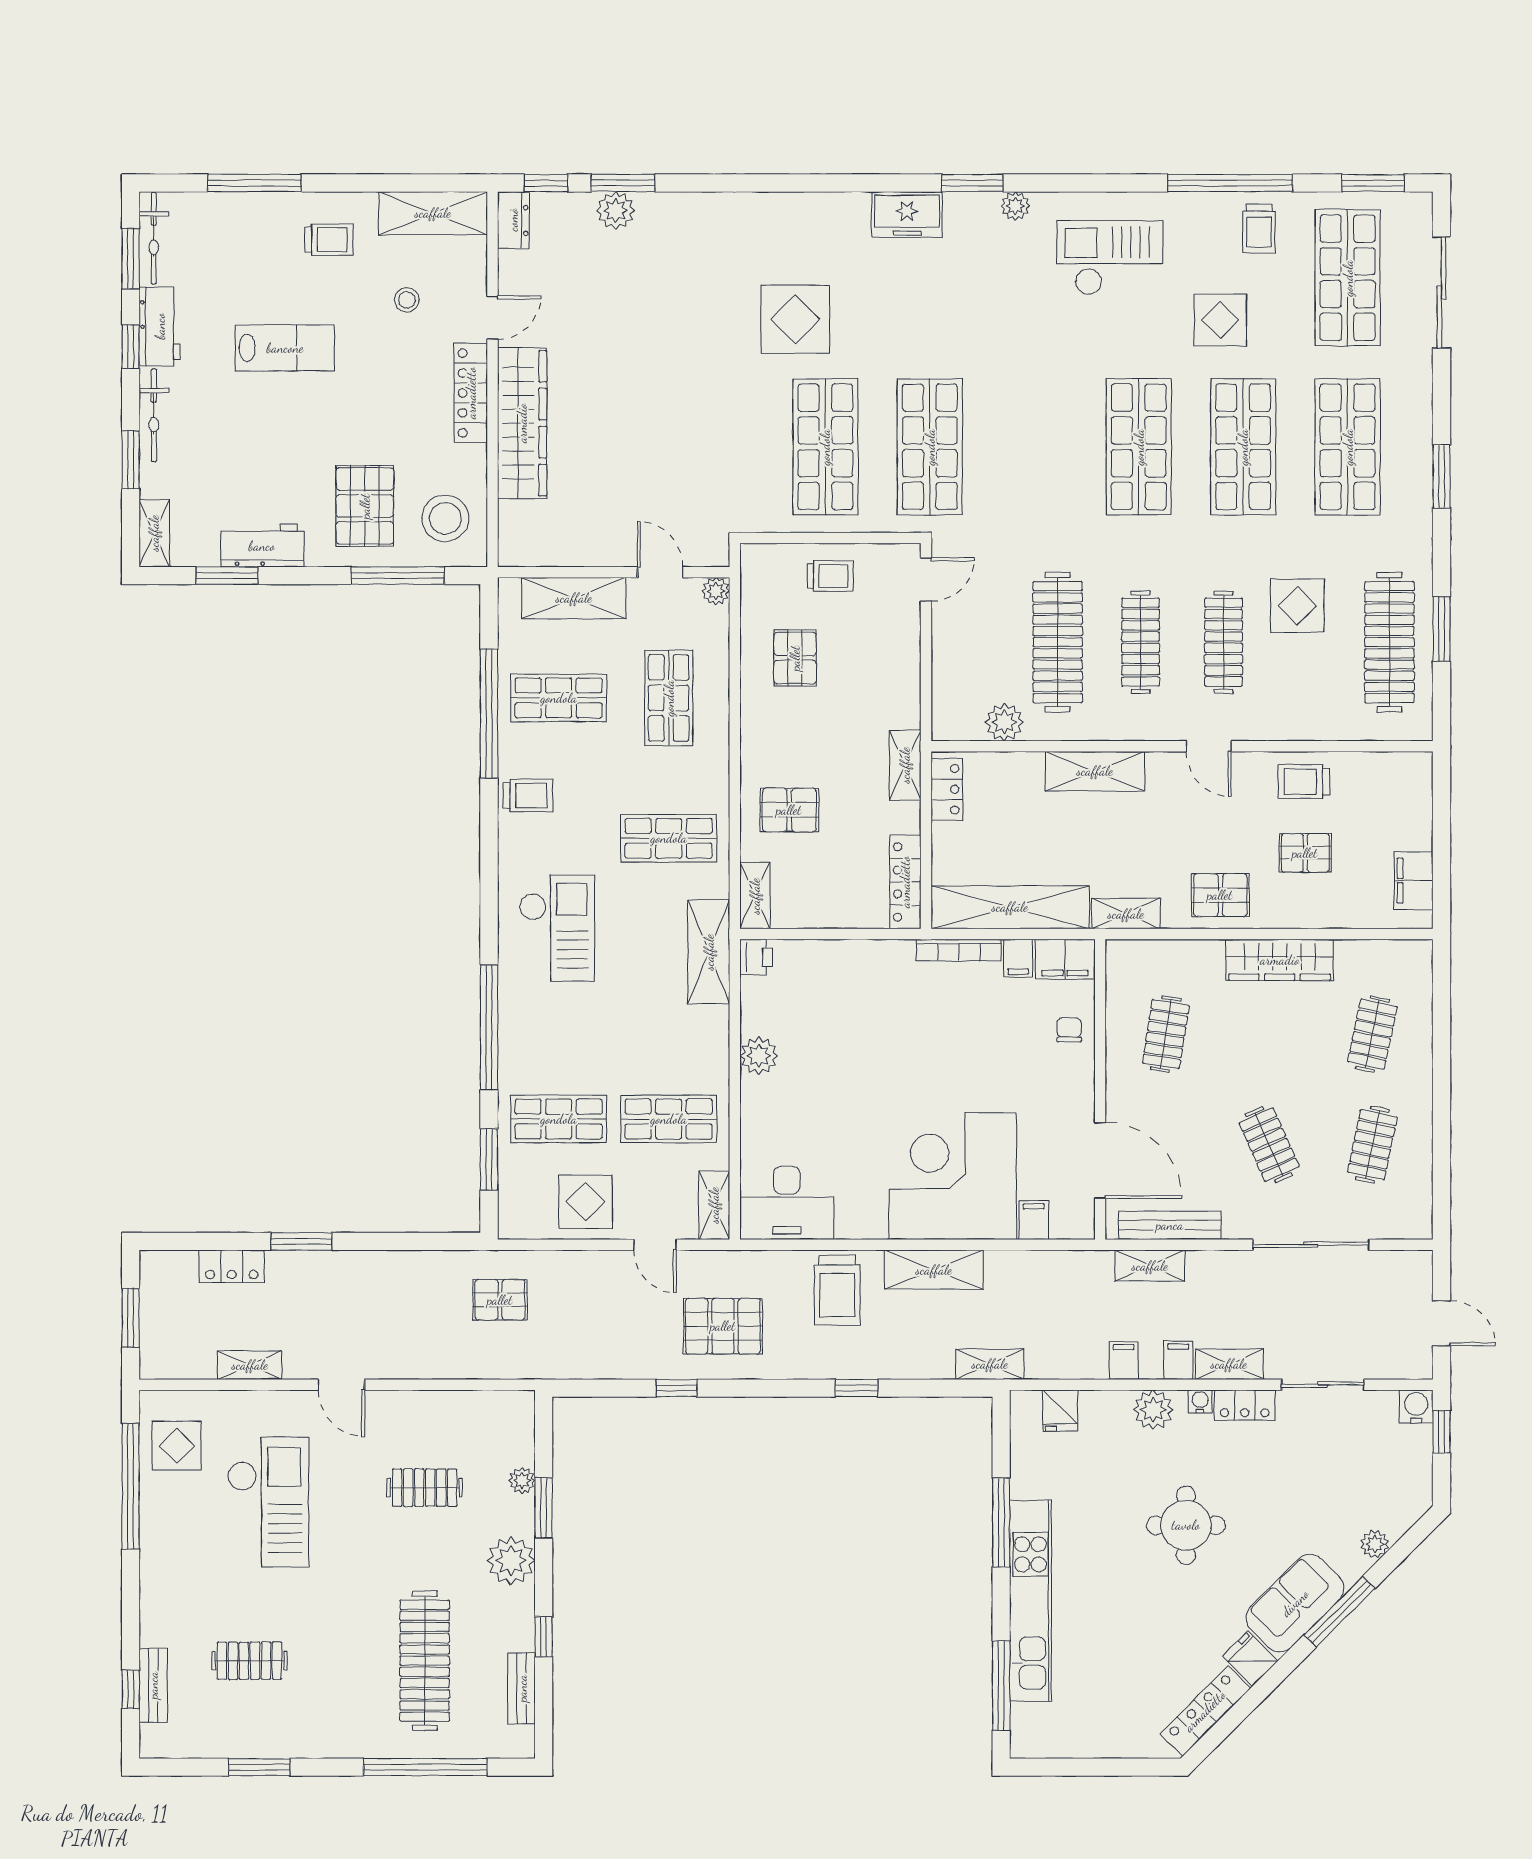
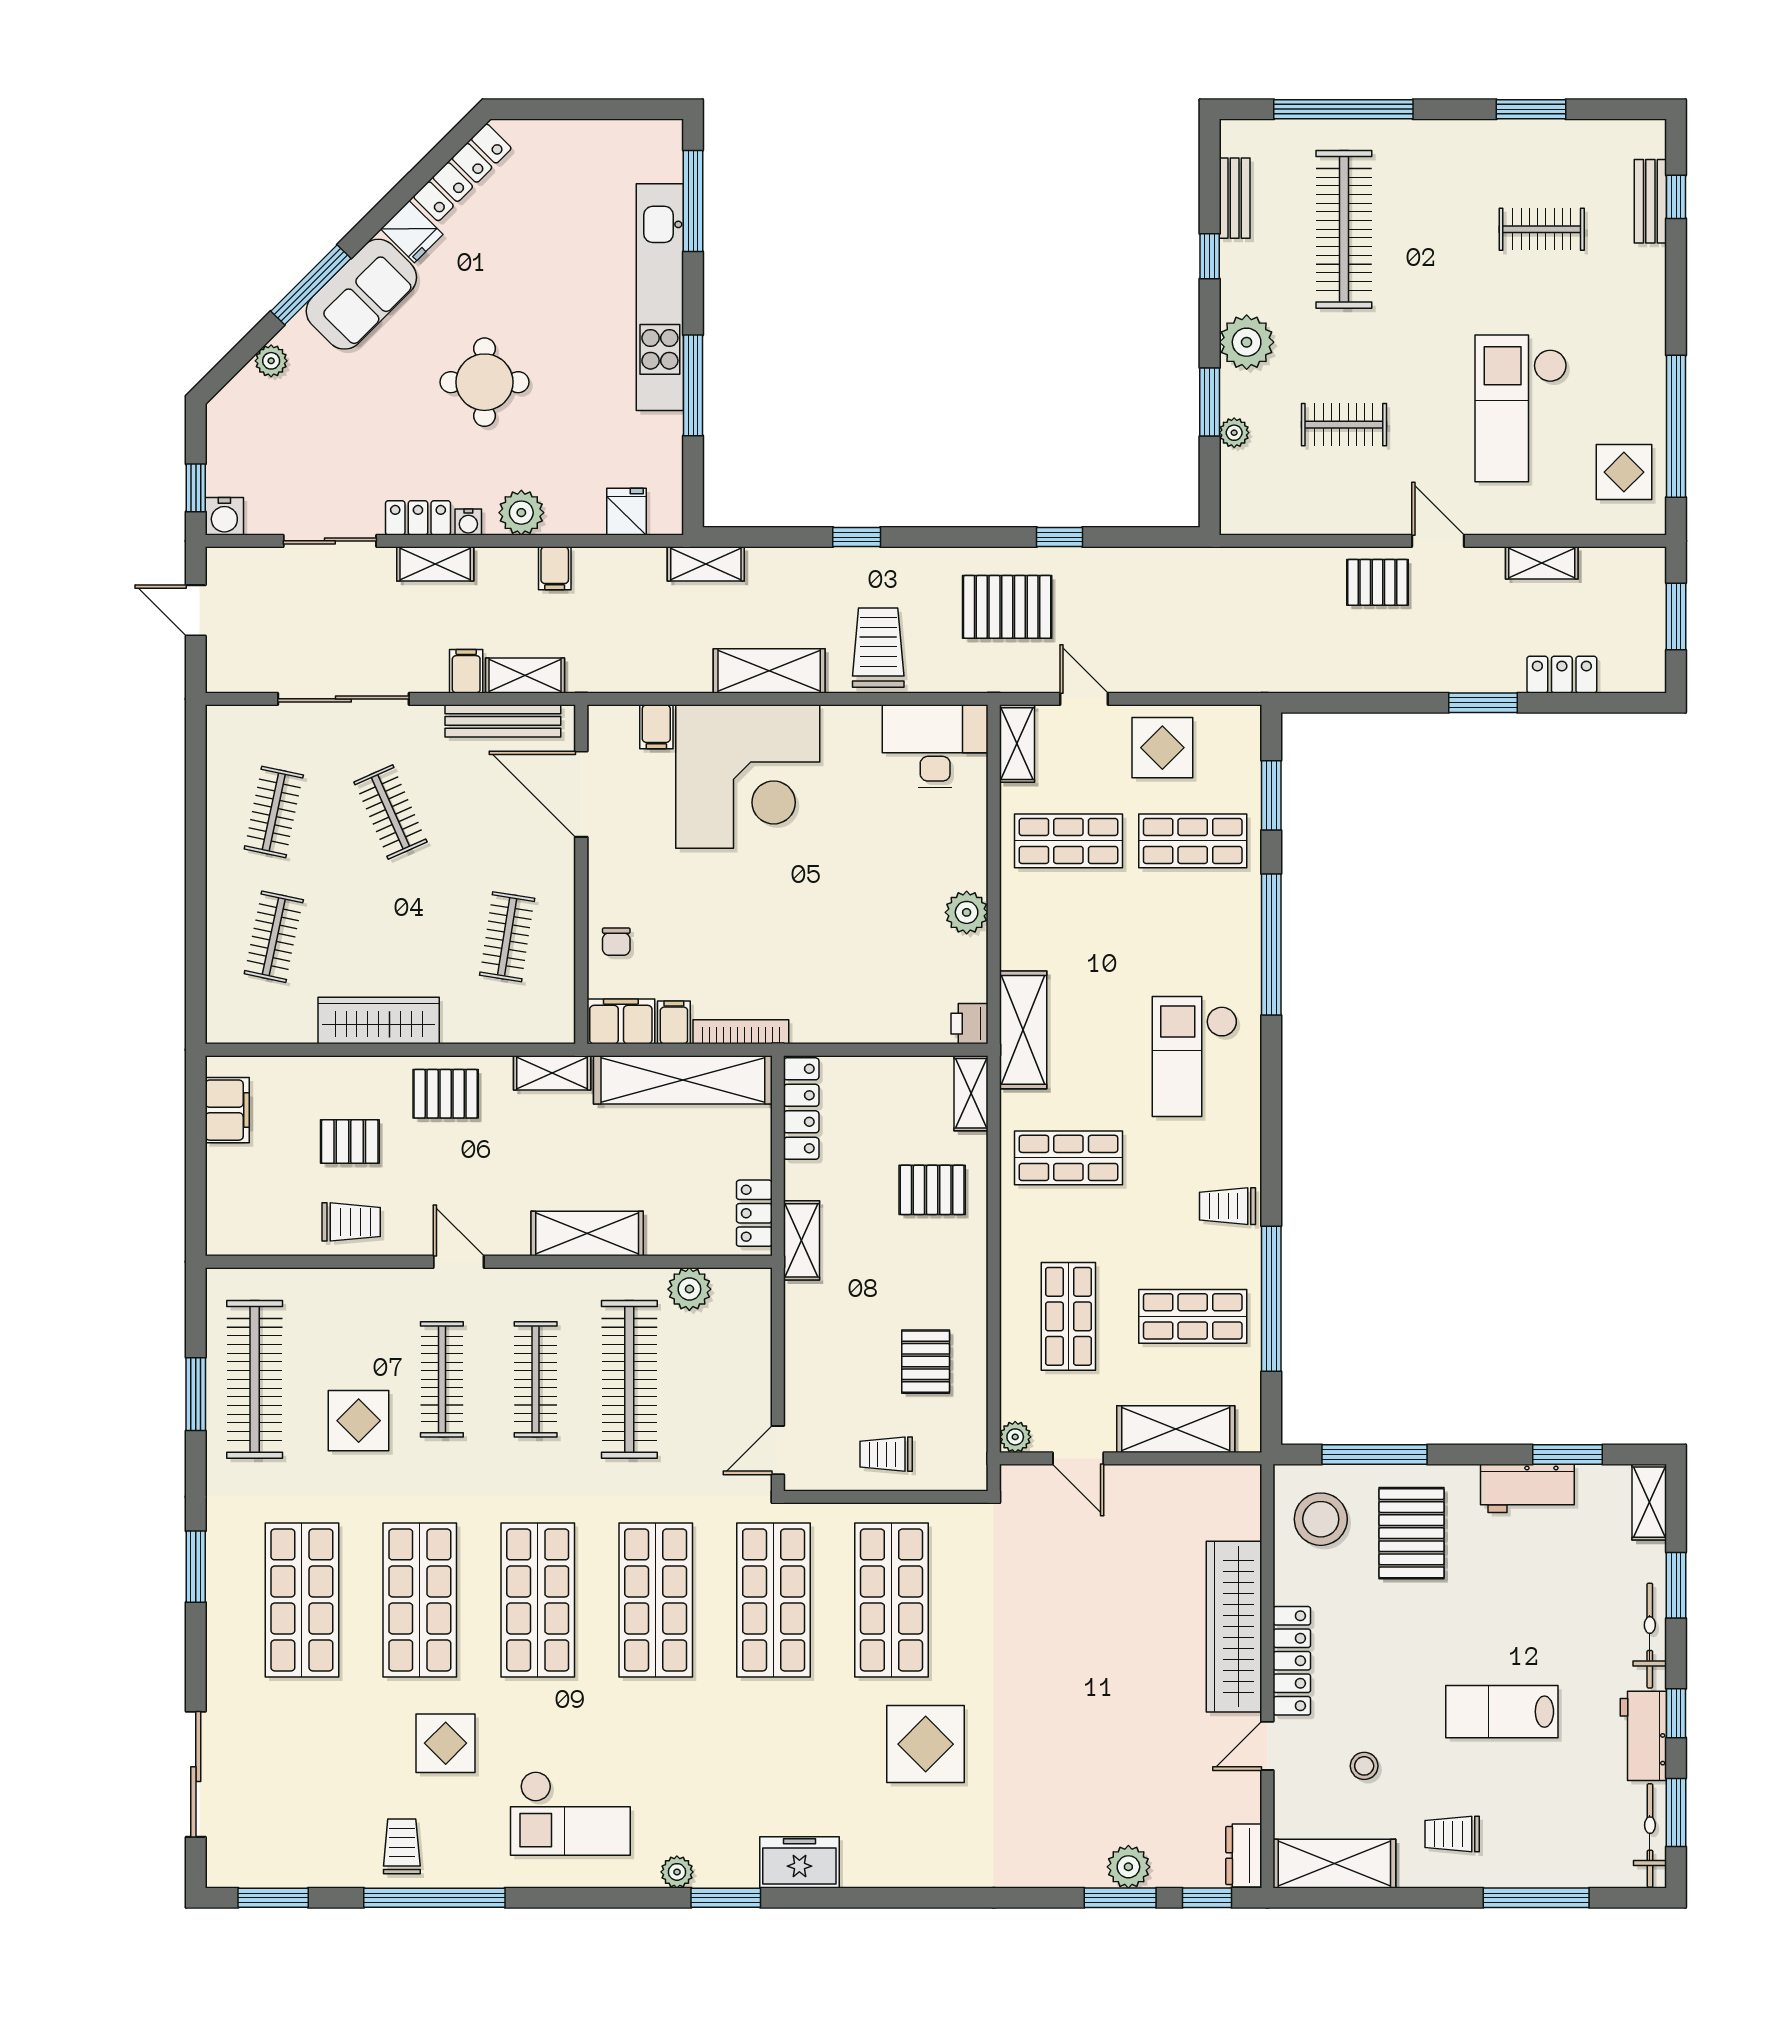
shop shelf: (1348, 278) -> (656, 1600), moved
pallet: (500, 1300) -> (1378, 582), moved
filing cabinet: (1178, 1360) -> (466, 671), moved, turned 180

